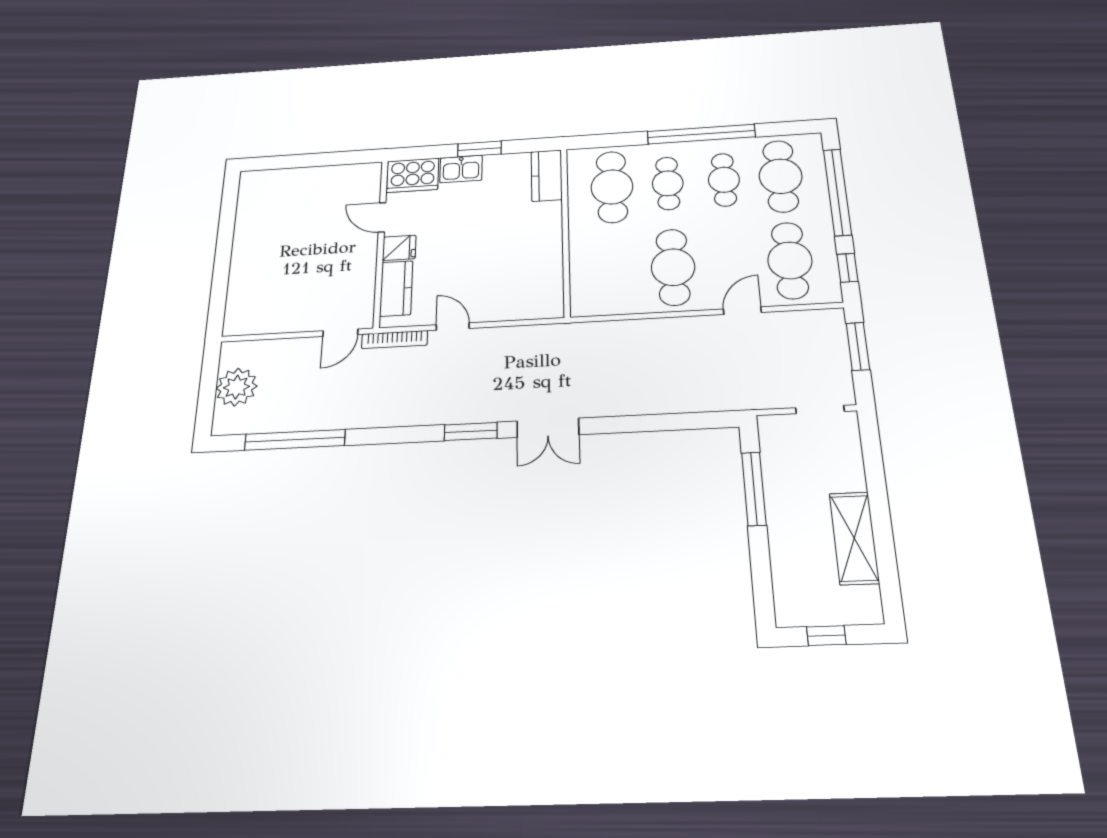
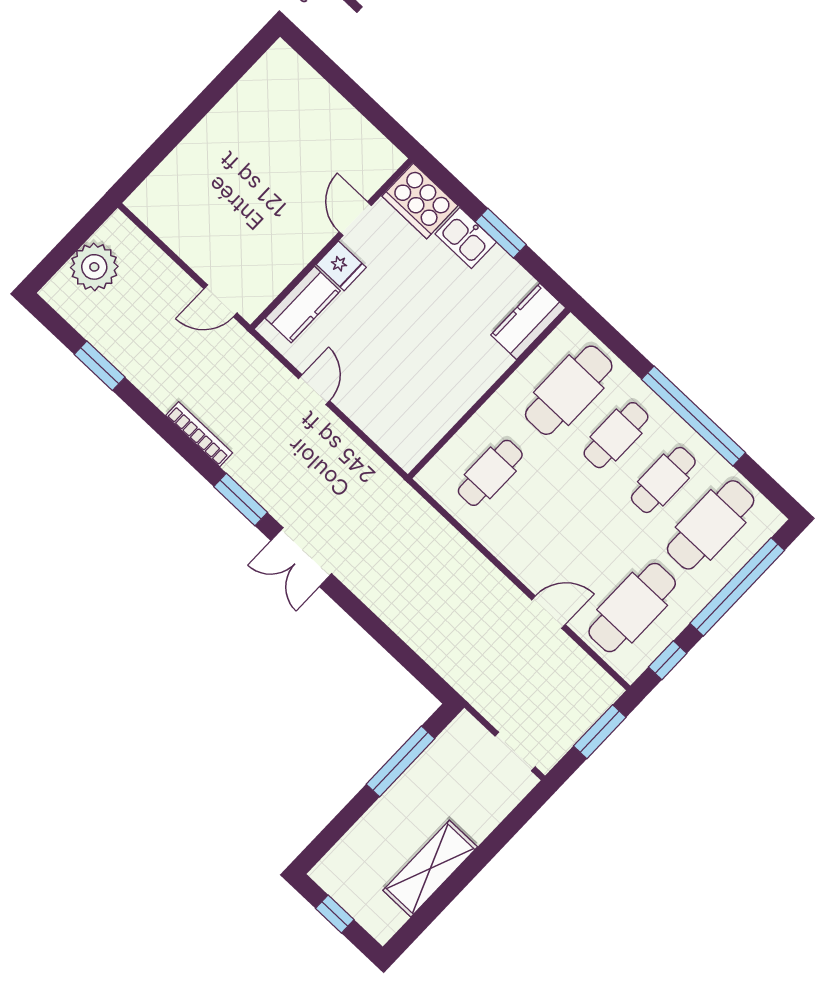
cafe table: (673, 267) -> (490, 473), moved, width x0.73, depth x0.74
bookcase: (395, 340) -> (199, 434), moved, turned 180
window: (295, 440) -> (100, 366), width x0.47

